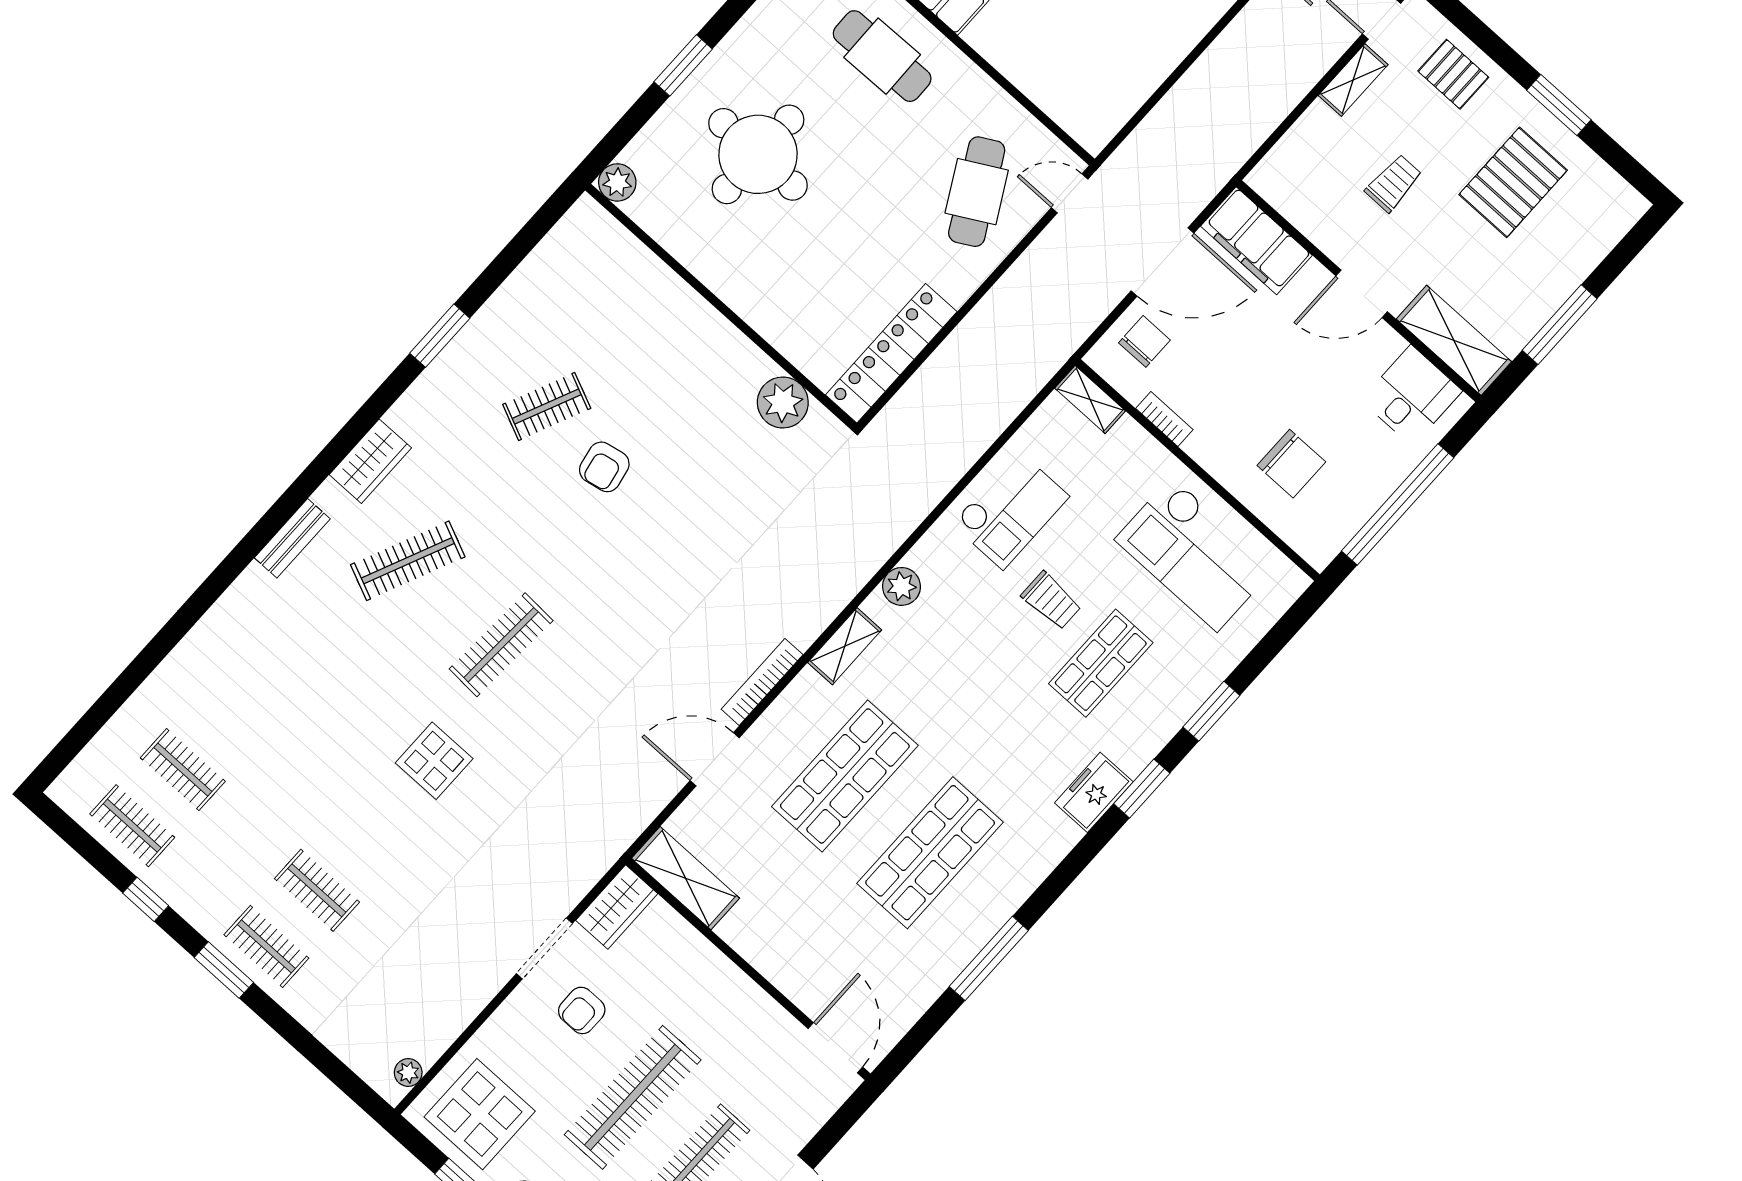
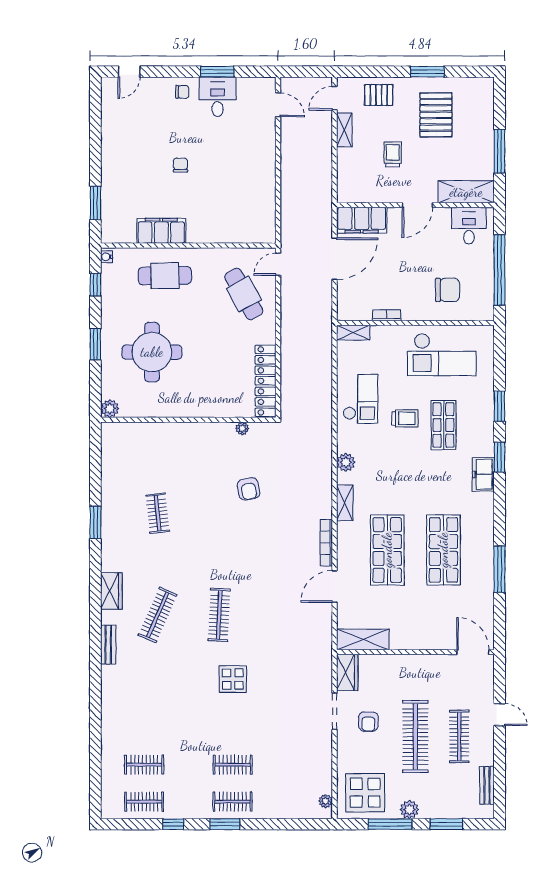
chair: (1144, 341) -> (354, 294), removed
plant: (783, 402) -> (242, 429), width x0.53, depth x0.53
clothes rail: (547, 406) -> (158, 513), turned -30
armchair: (604, 467) -> (249, 489), moved

